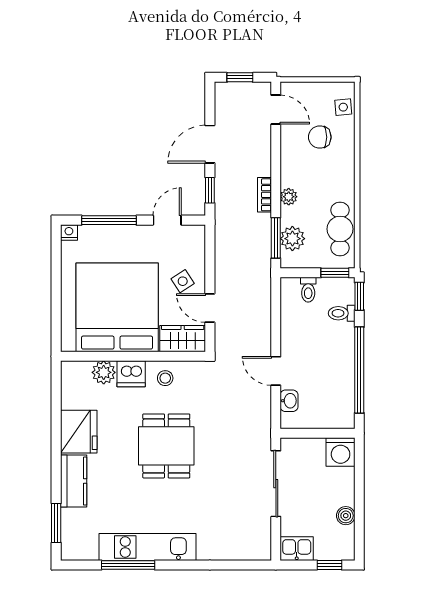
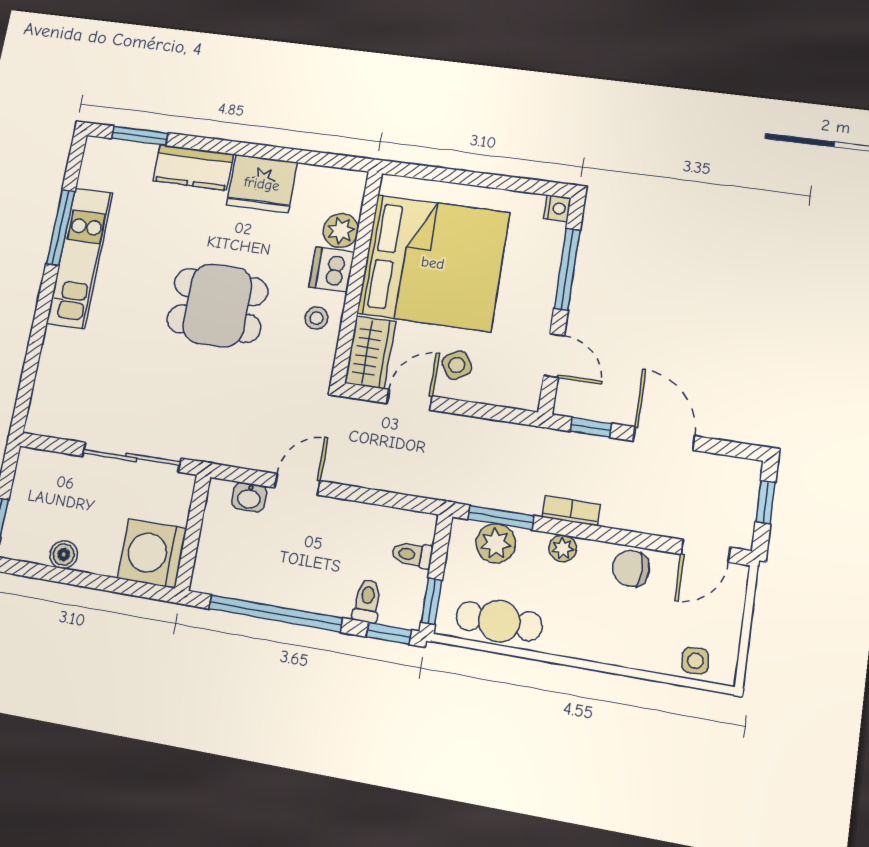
chair: (320, 137) -> (631, 569), moved, turned -90
washing machine: (341, 452) -> (152, 553), width x1.37, depth x1.37
kitchen sink: (297, 549) -> (32, 473), removed

